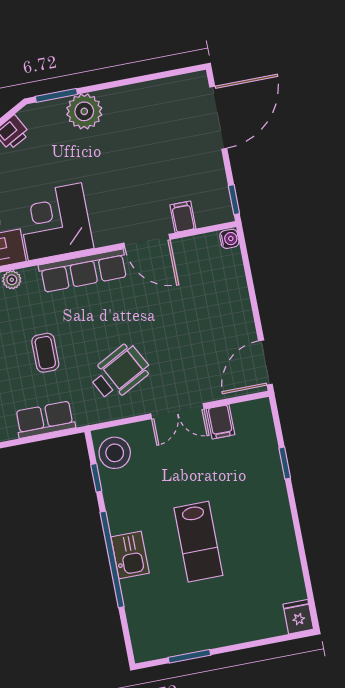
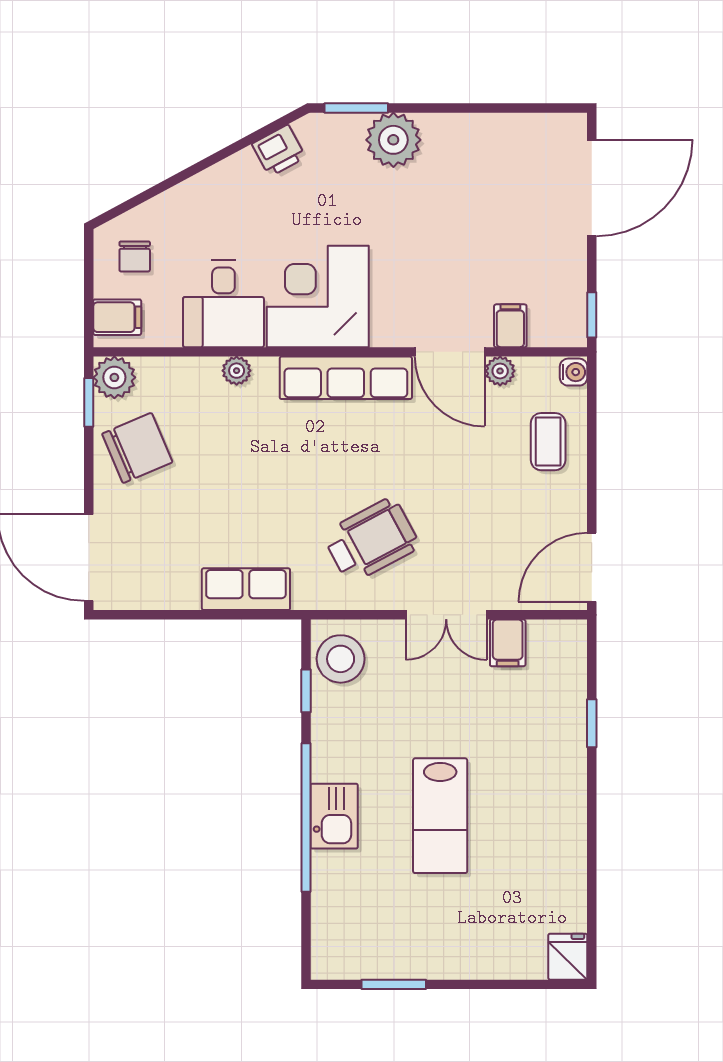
plant: (182, 247) -> (500, 371), added
coffee table: (45, 353) -> (548, 442), moved

